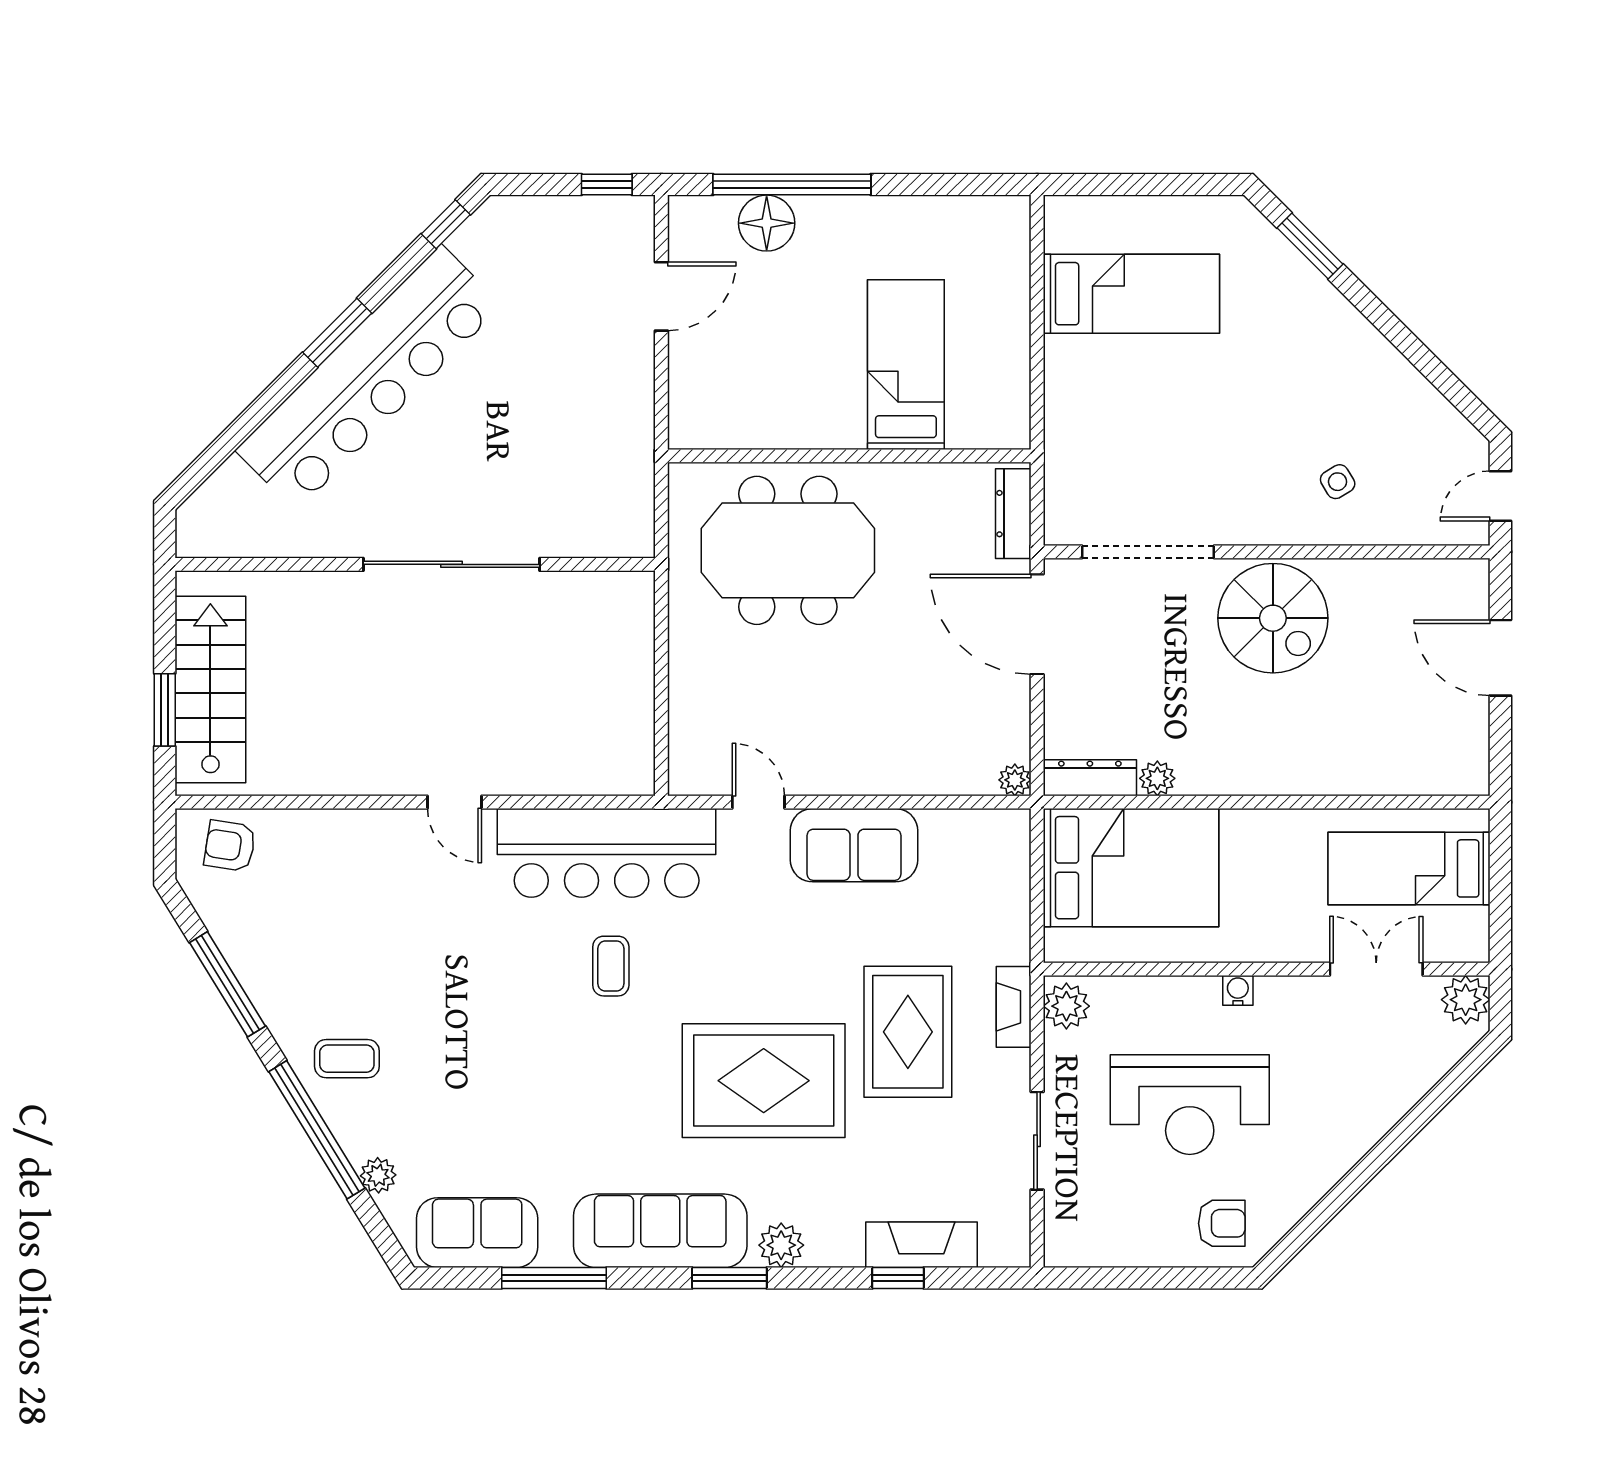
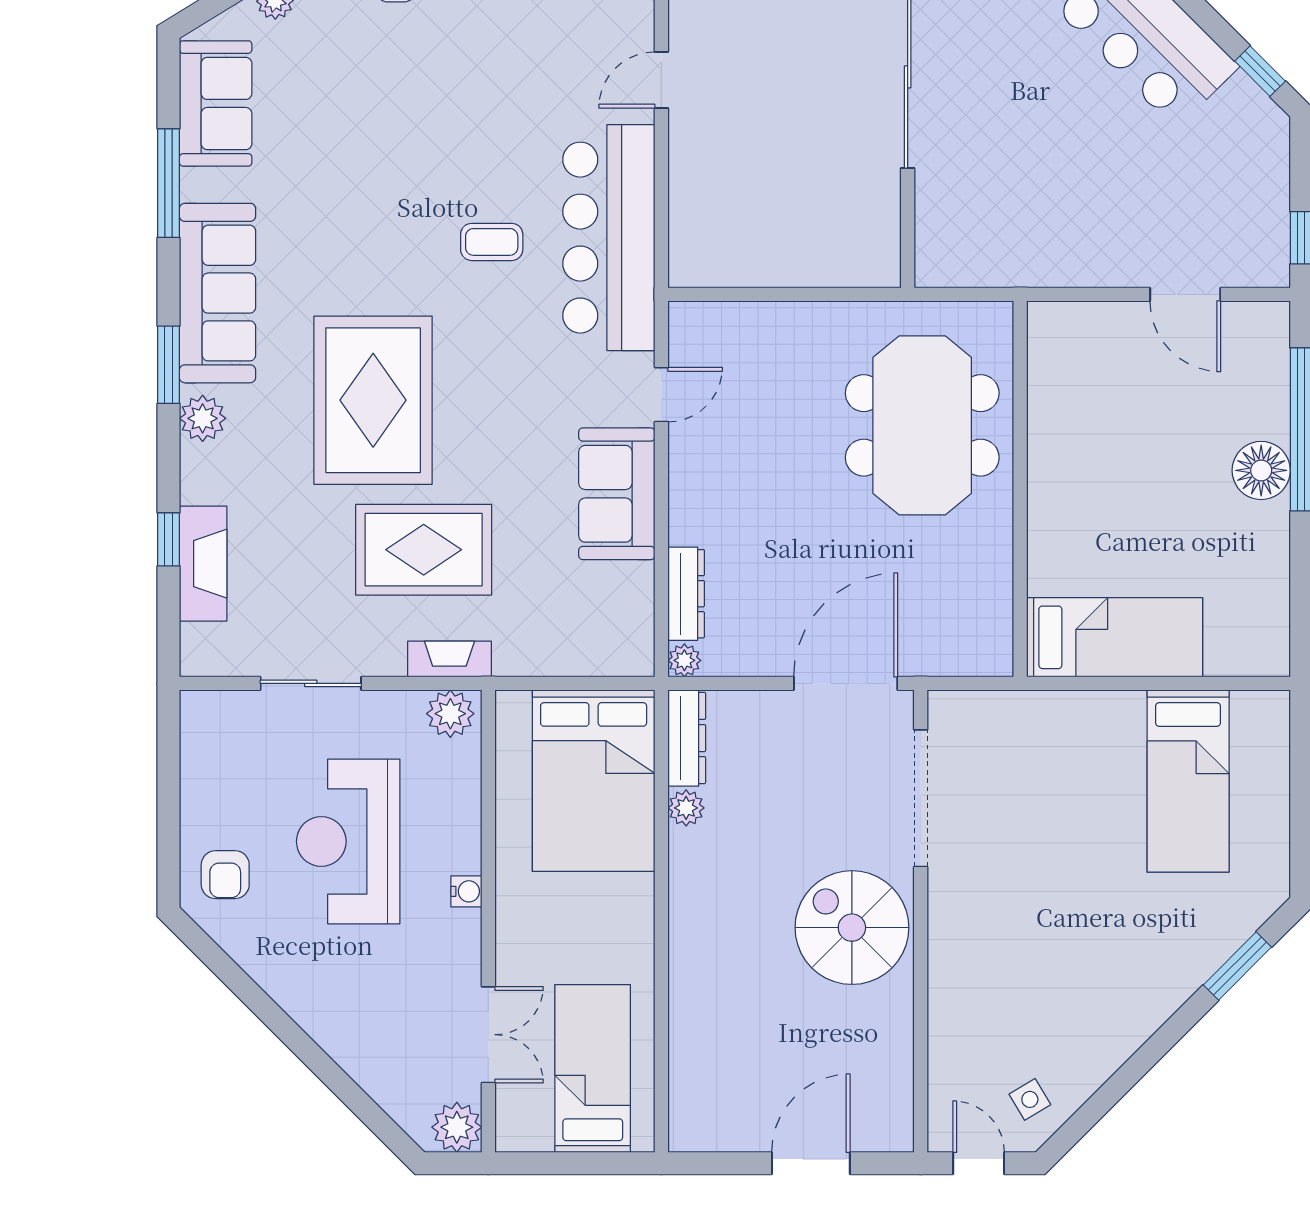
floor lamp: (767, 223) -> (1261, 470), moved
bed: (906, 365) -> (1115, 637), moved
side table: (1338, 482) -> (1030, 1099), moved
dresser: (1013, 514) -> (686, 594), moved, turned 90
spiral stairs: (1273, 618) -> (852, 928), turned 90

